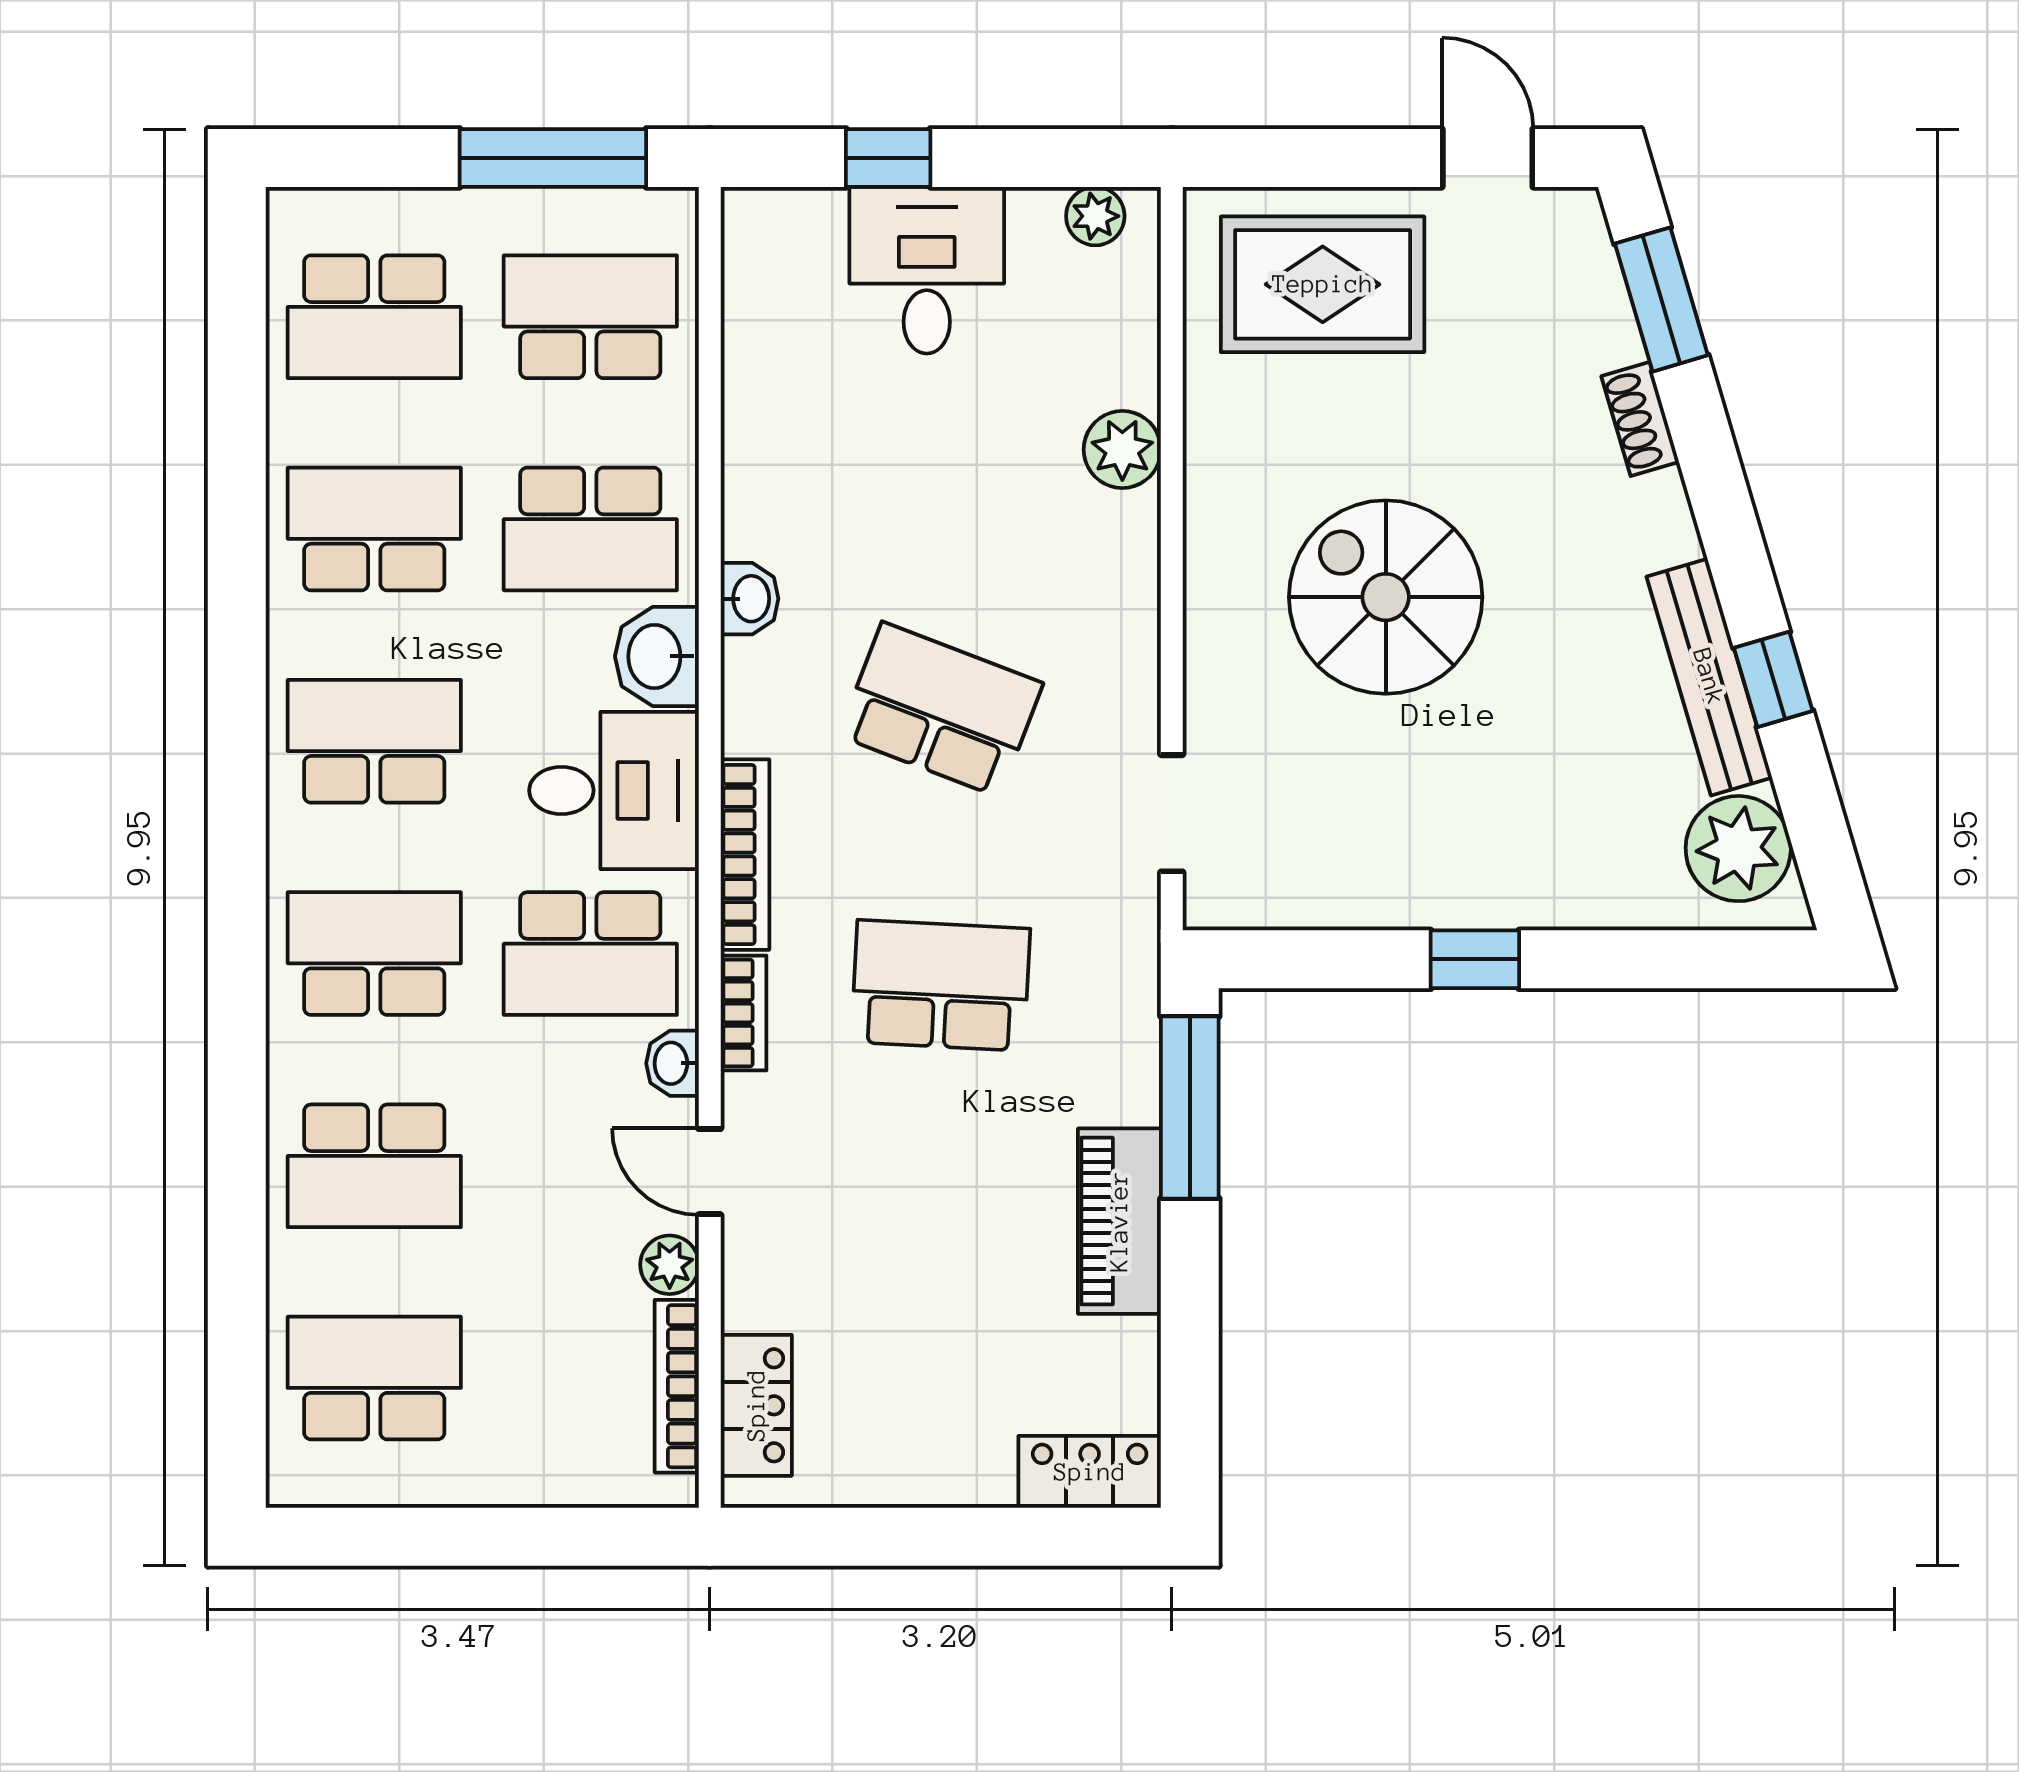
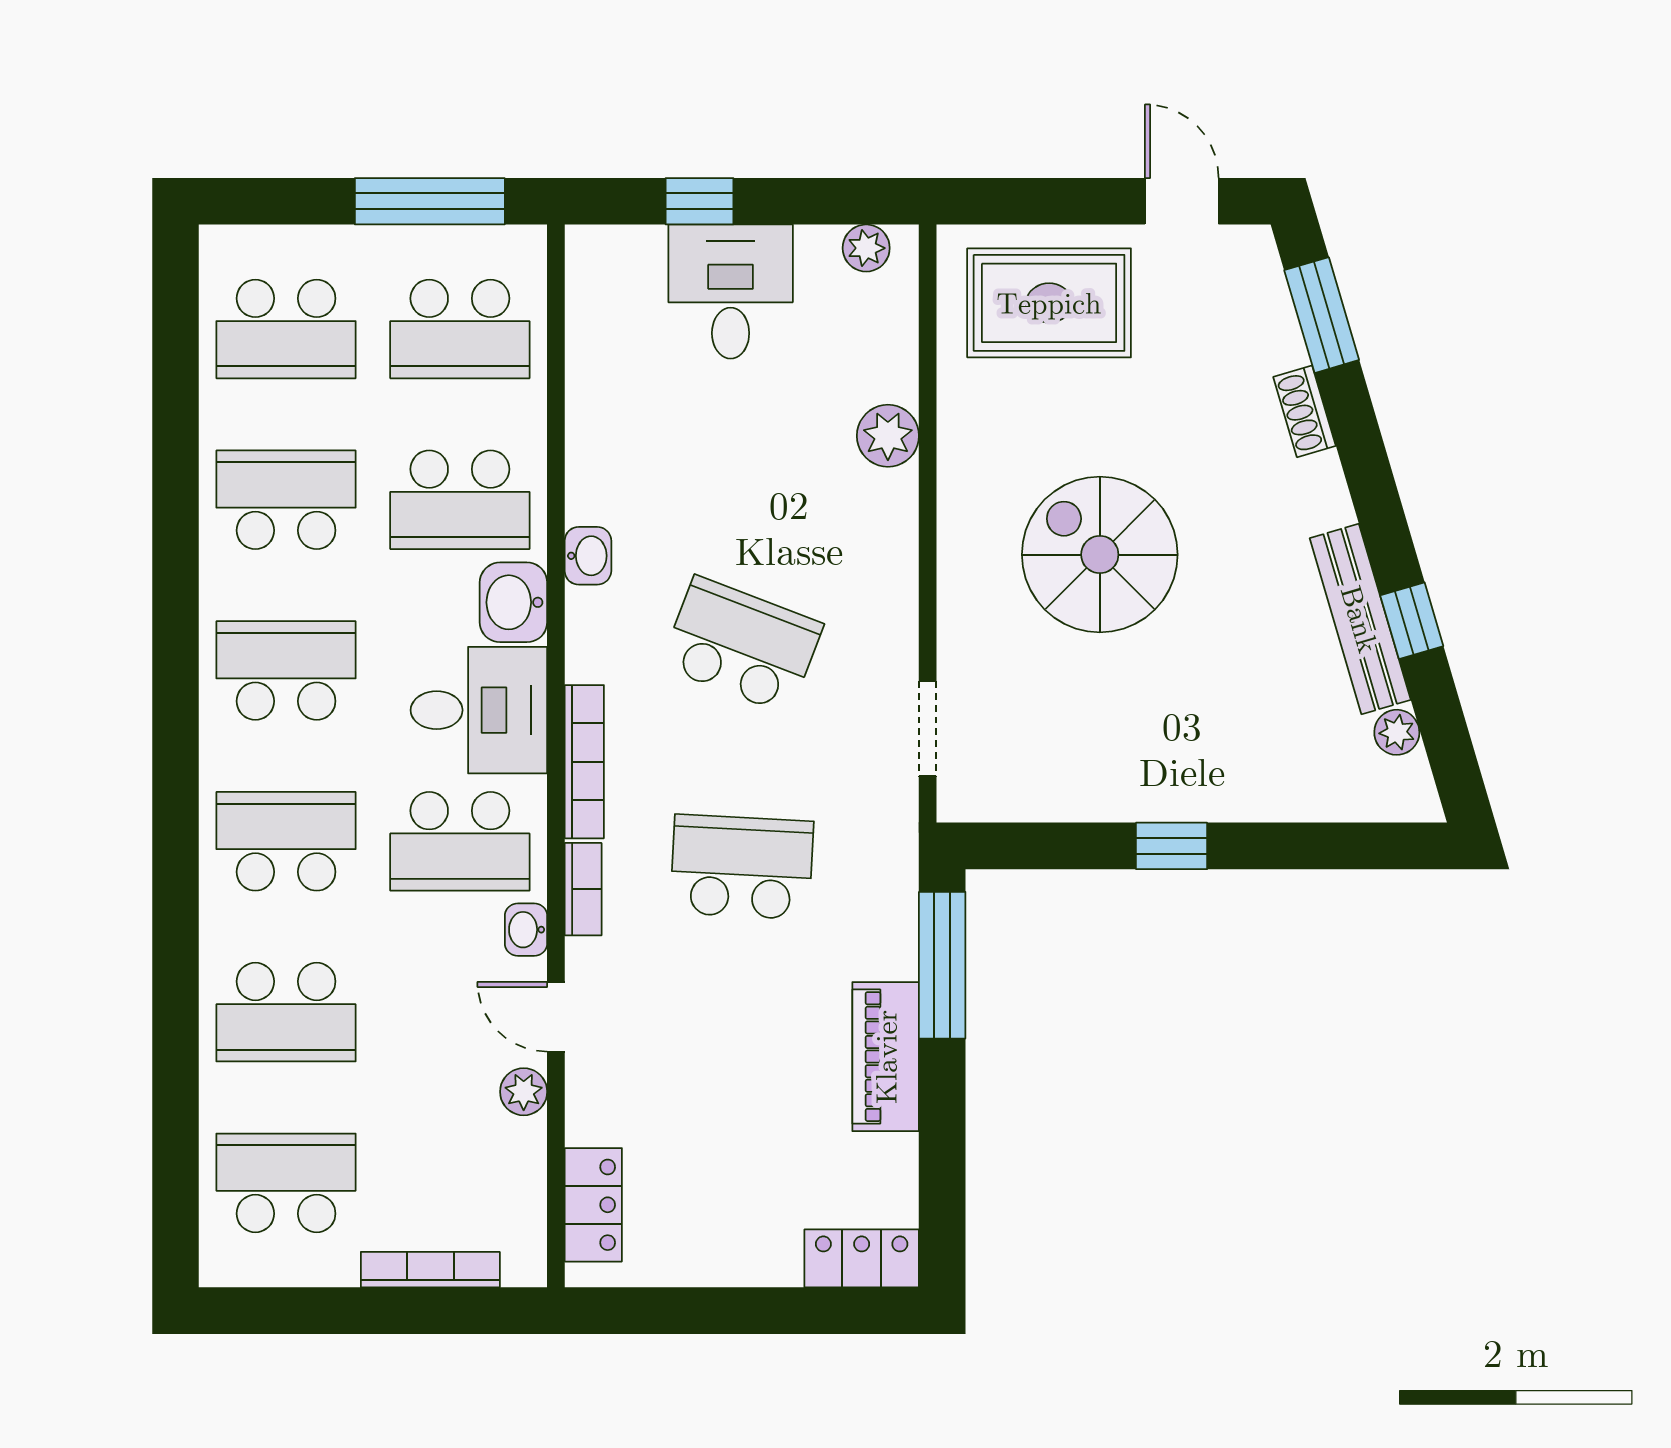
school desk: (590, 317) -> (460, 329), turned 180
plant: (1738, 849) -> (1397, 732), width x0.53, depth x0.53
bookcase: (677, 1386) -> (430, 1270), moved, turned 90

